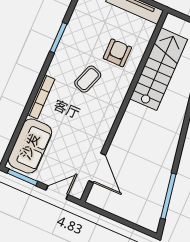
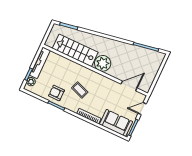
armchair: (117, 53) -> (56, 93), moved
plant: (137, 119) -> (103, 63), added
door: (57, 192) -> (142, 109), hinge flipped

